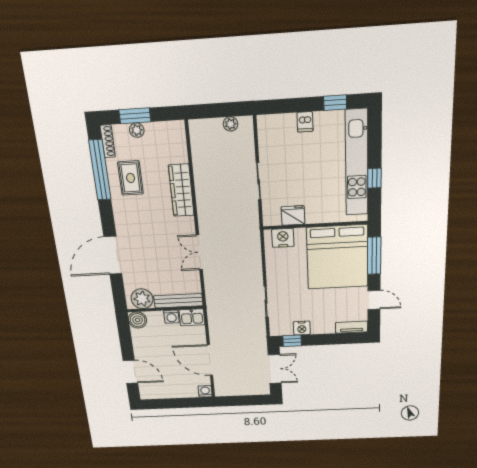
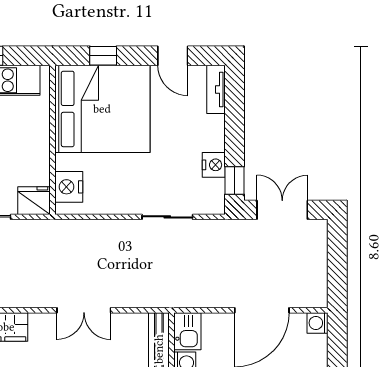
fridge: (293, 215) -> (34, 201), moved, turned 90
window: (374, 256) -> (103, 56), width x0.46
door: (374, 300) -> (173, 56), swing flipped

